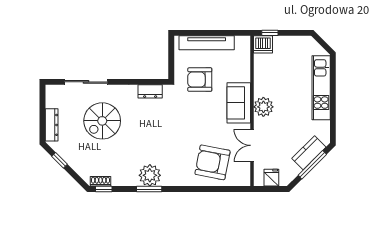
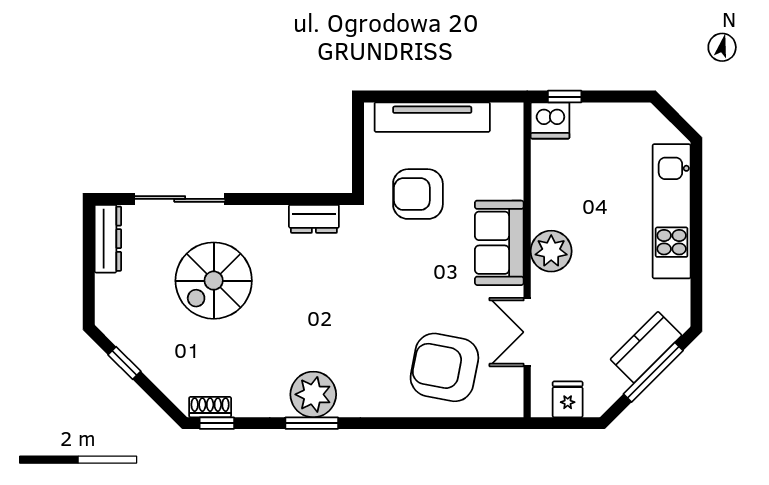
dresser: (52, 125) -> (108, 239), moved

